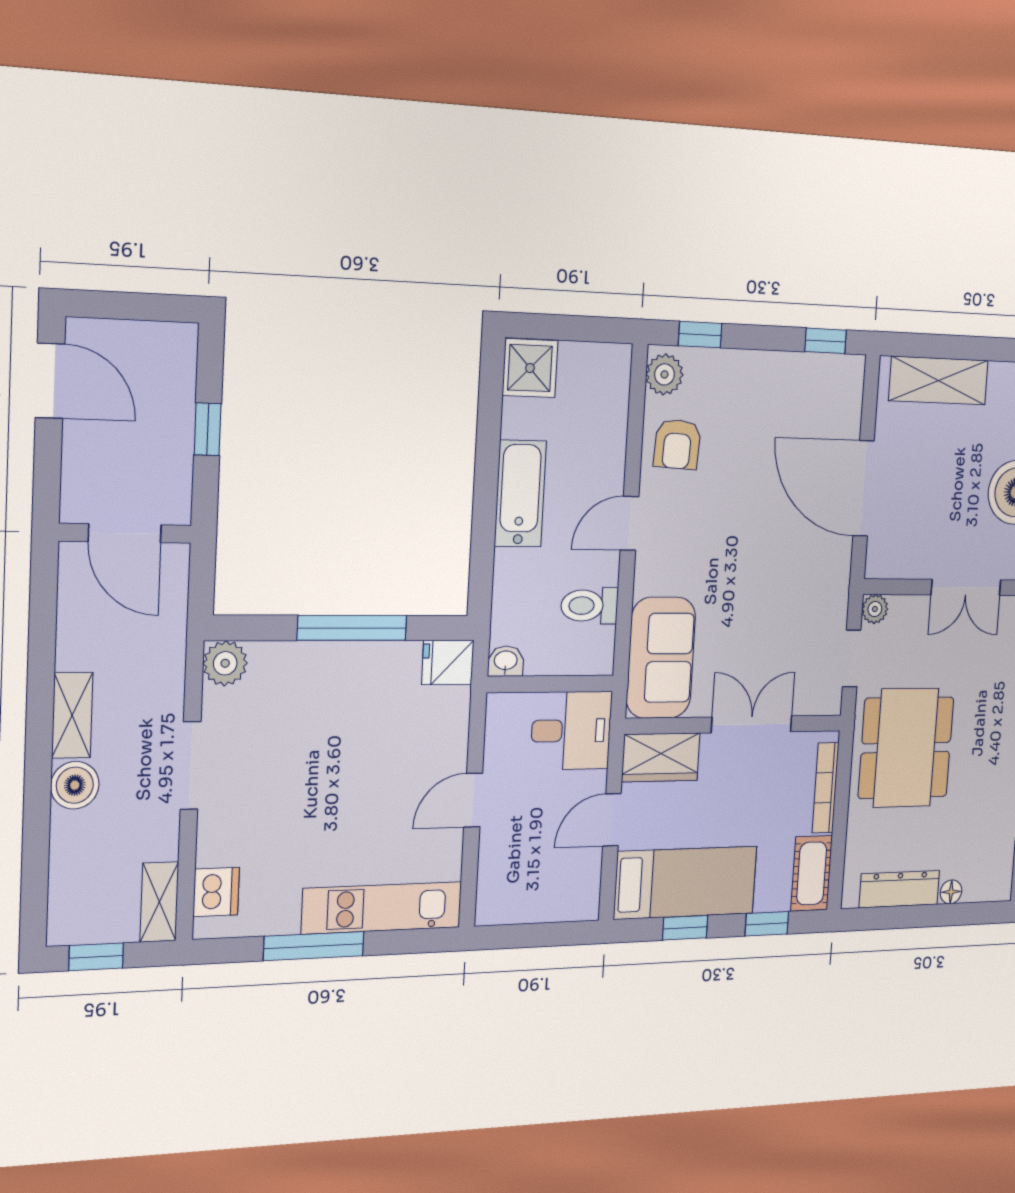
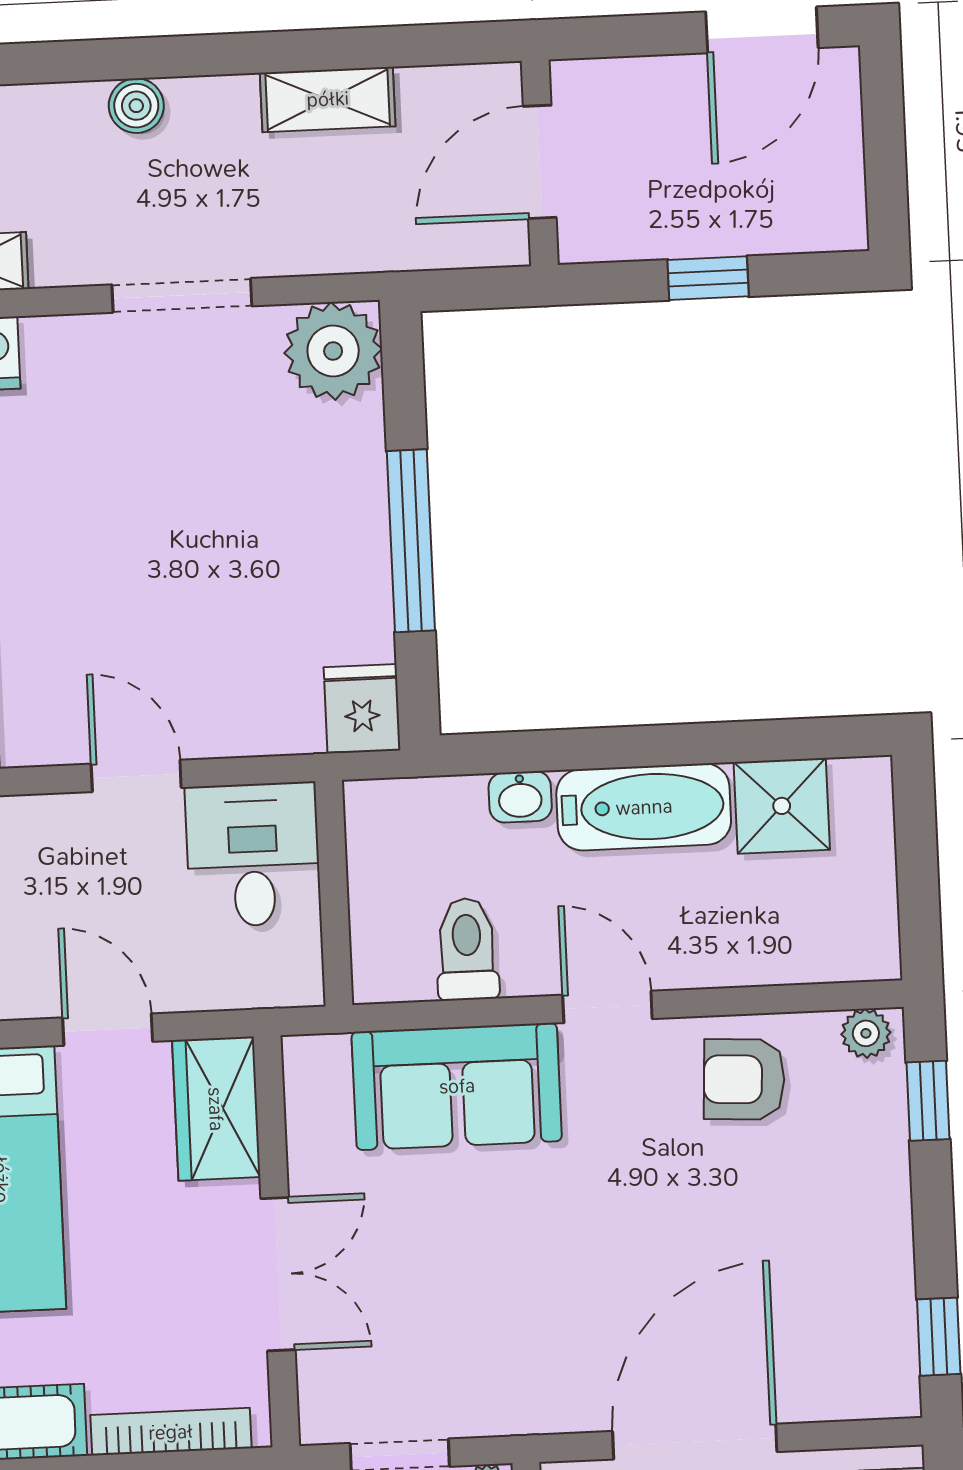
shower: (530, 368) -> (782, 806), moved
plant: (664, 374) -> (866, 1033), width x0.73, depth x0.73
sofa: (661, 658) -> (457, 1086), moved
washbasin: (506, 661) -> (520, 797), moved, turned 90
plant: (225, 663) -> (333, 351), width x1.36, depth x1.36
shelving: (72, 715) -> (328, 99), moved
desk: (571, 731) -> (253, 855), moved, turned 180
boiler: (75, 785) -> (136, 106), width x0.73, depth x0.73

